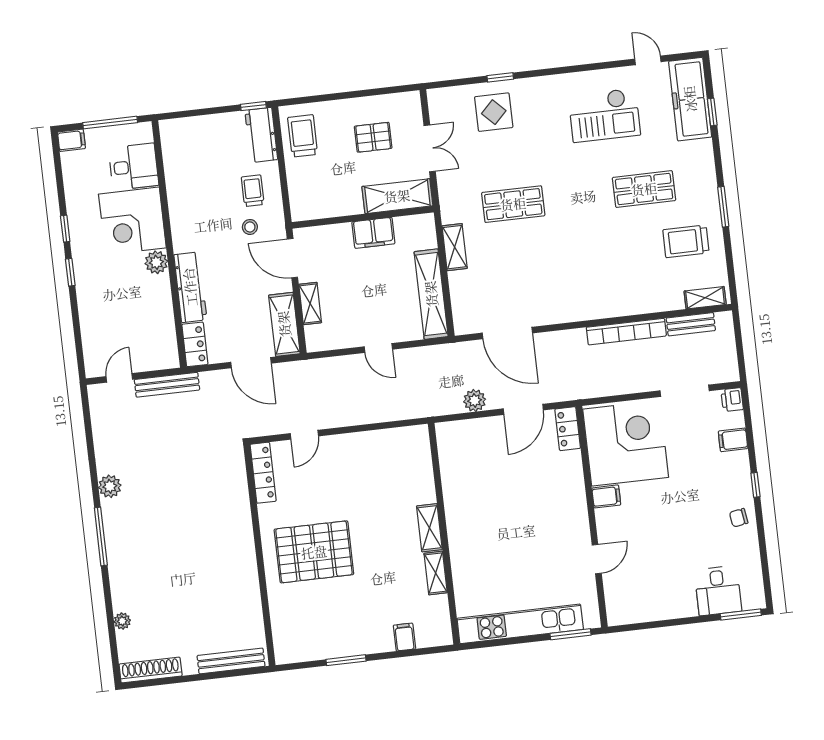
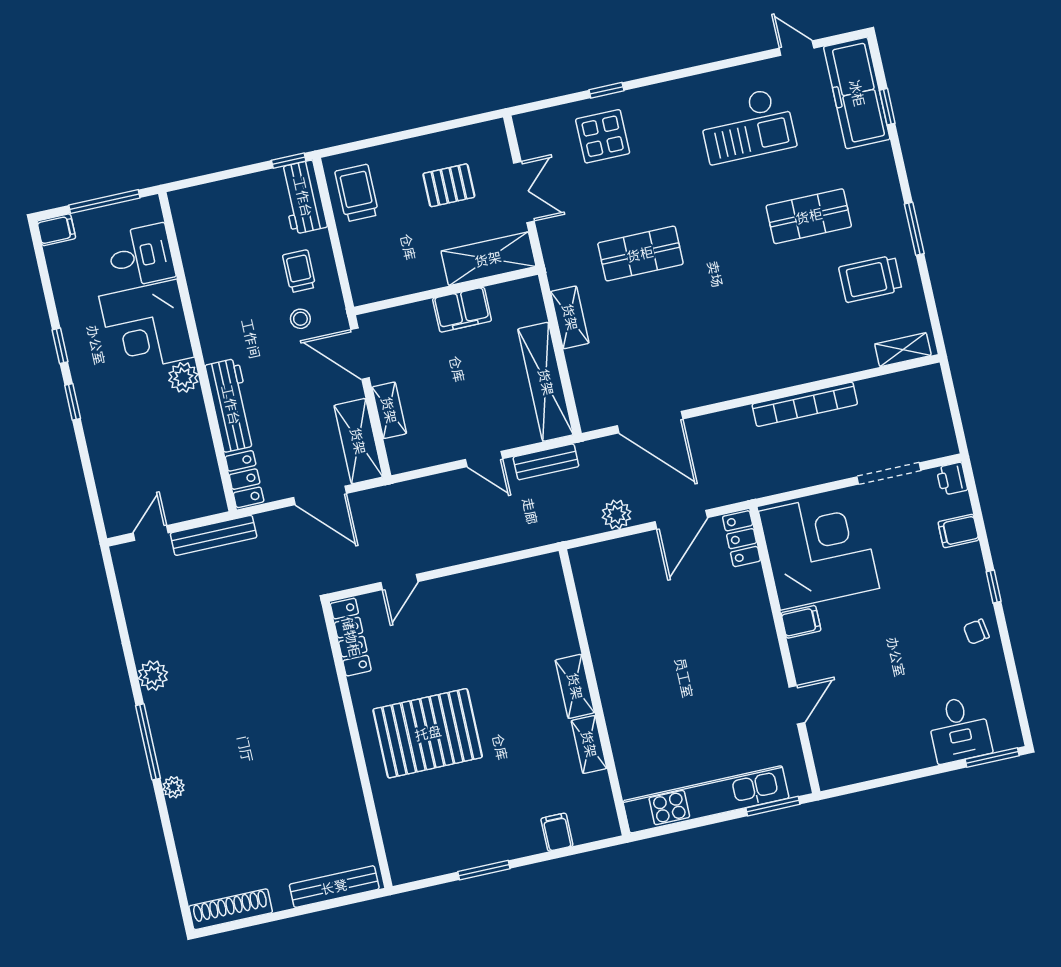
bench: (691, 324) -> (546, 462), moved
plant: (122, 621) -> (173, 787), moved

